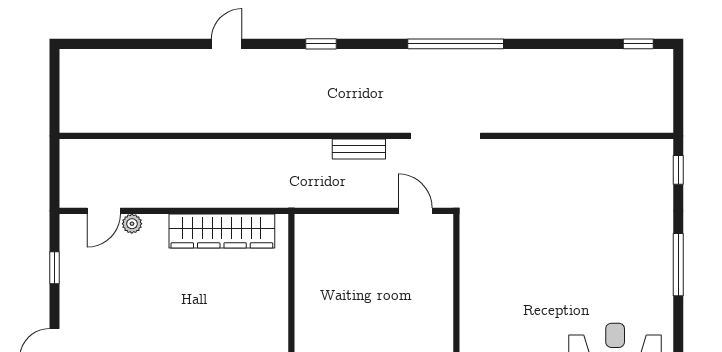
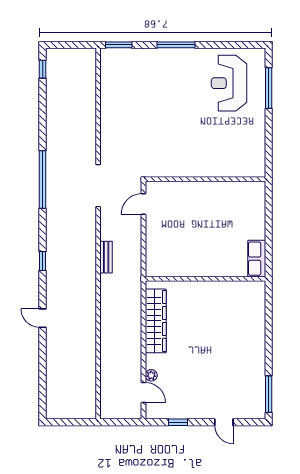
bench: (359, 149) -> (106, 257), moved
window: (678, 170) -> (119, 45), width x1.50

